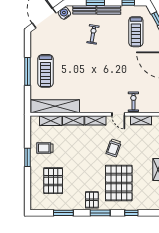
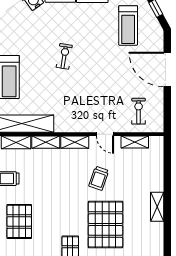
exercise bike: (93, 34) -> (64, 56), moved
exercise bike: (133, 102) -> (139, 111), moved

